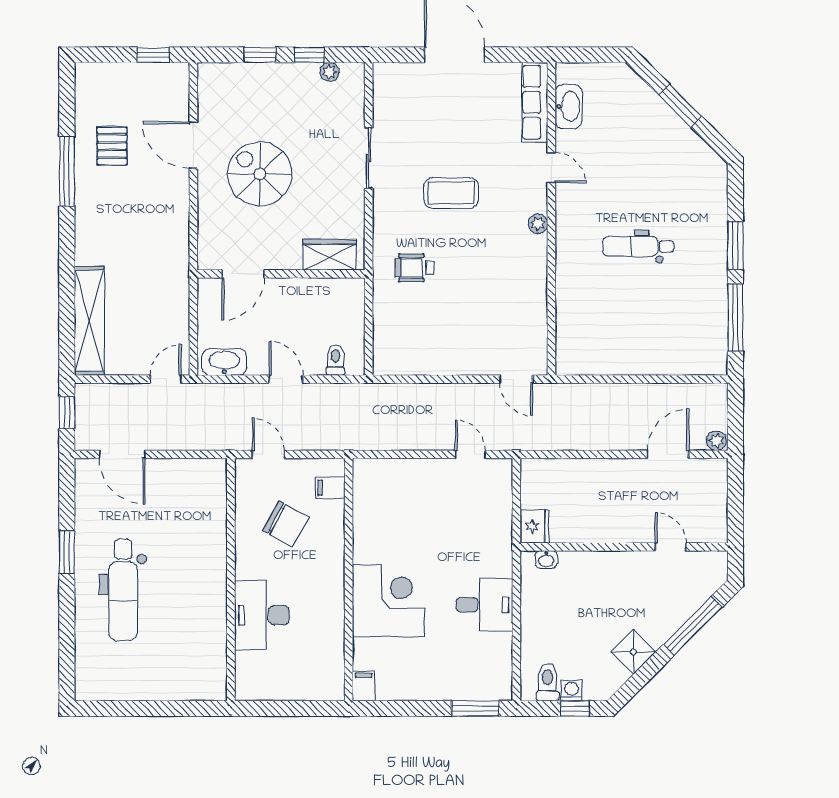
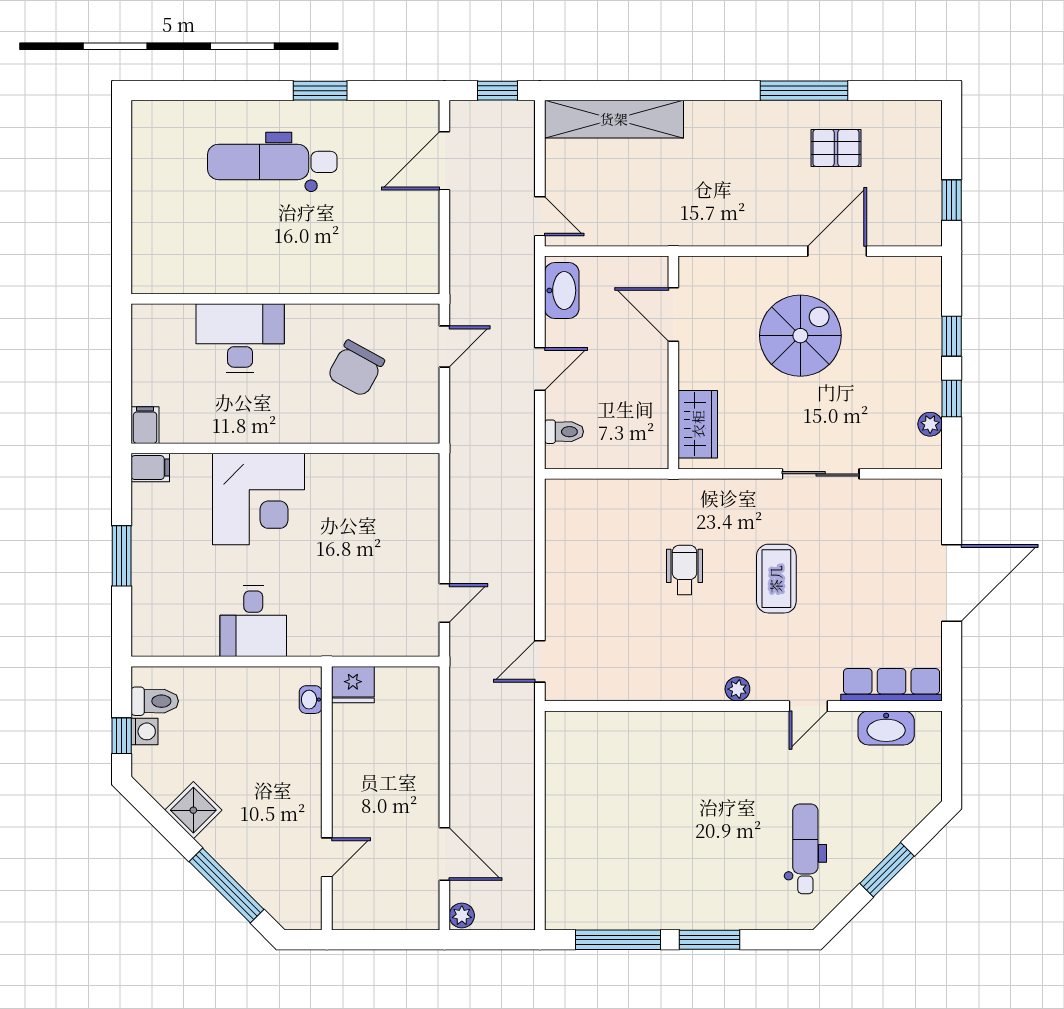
dental chair: (638, 246) -> (805, 849), moved
wheelchair: (414, 268) -> (685, 570), moved
filing cabinet: (330, 488) -> (145, 425), moved
window: (475, 708) -> (122, 556), moved

